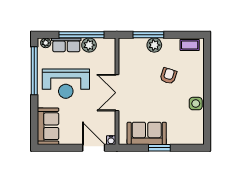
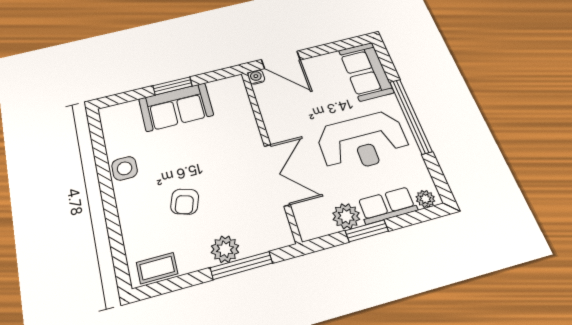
window: (82, 35) -> (367, 231), width x0.47
window: (34, 71) -> (410, 116), moved
reception desk: (66, 84) -> (363, 142), turned 180
double door: (117, 93) -> (277, 175), moved
sofa: (147, 133) -> (176, 107), moved

